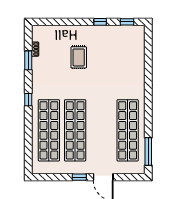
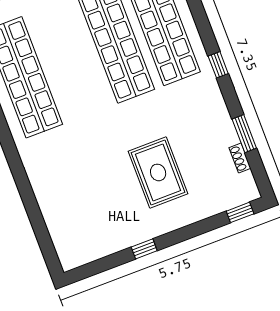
window: (127, 22) -> (240, 212), moved
rug: (79, 57) -> (158, 172), width x1.36, depth x1.43

